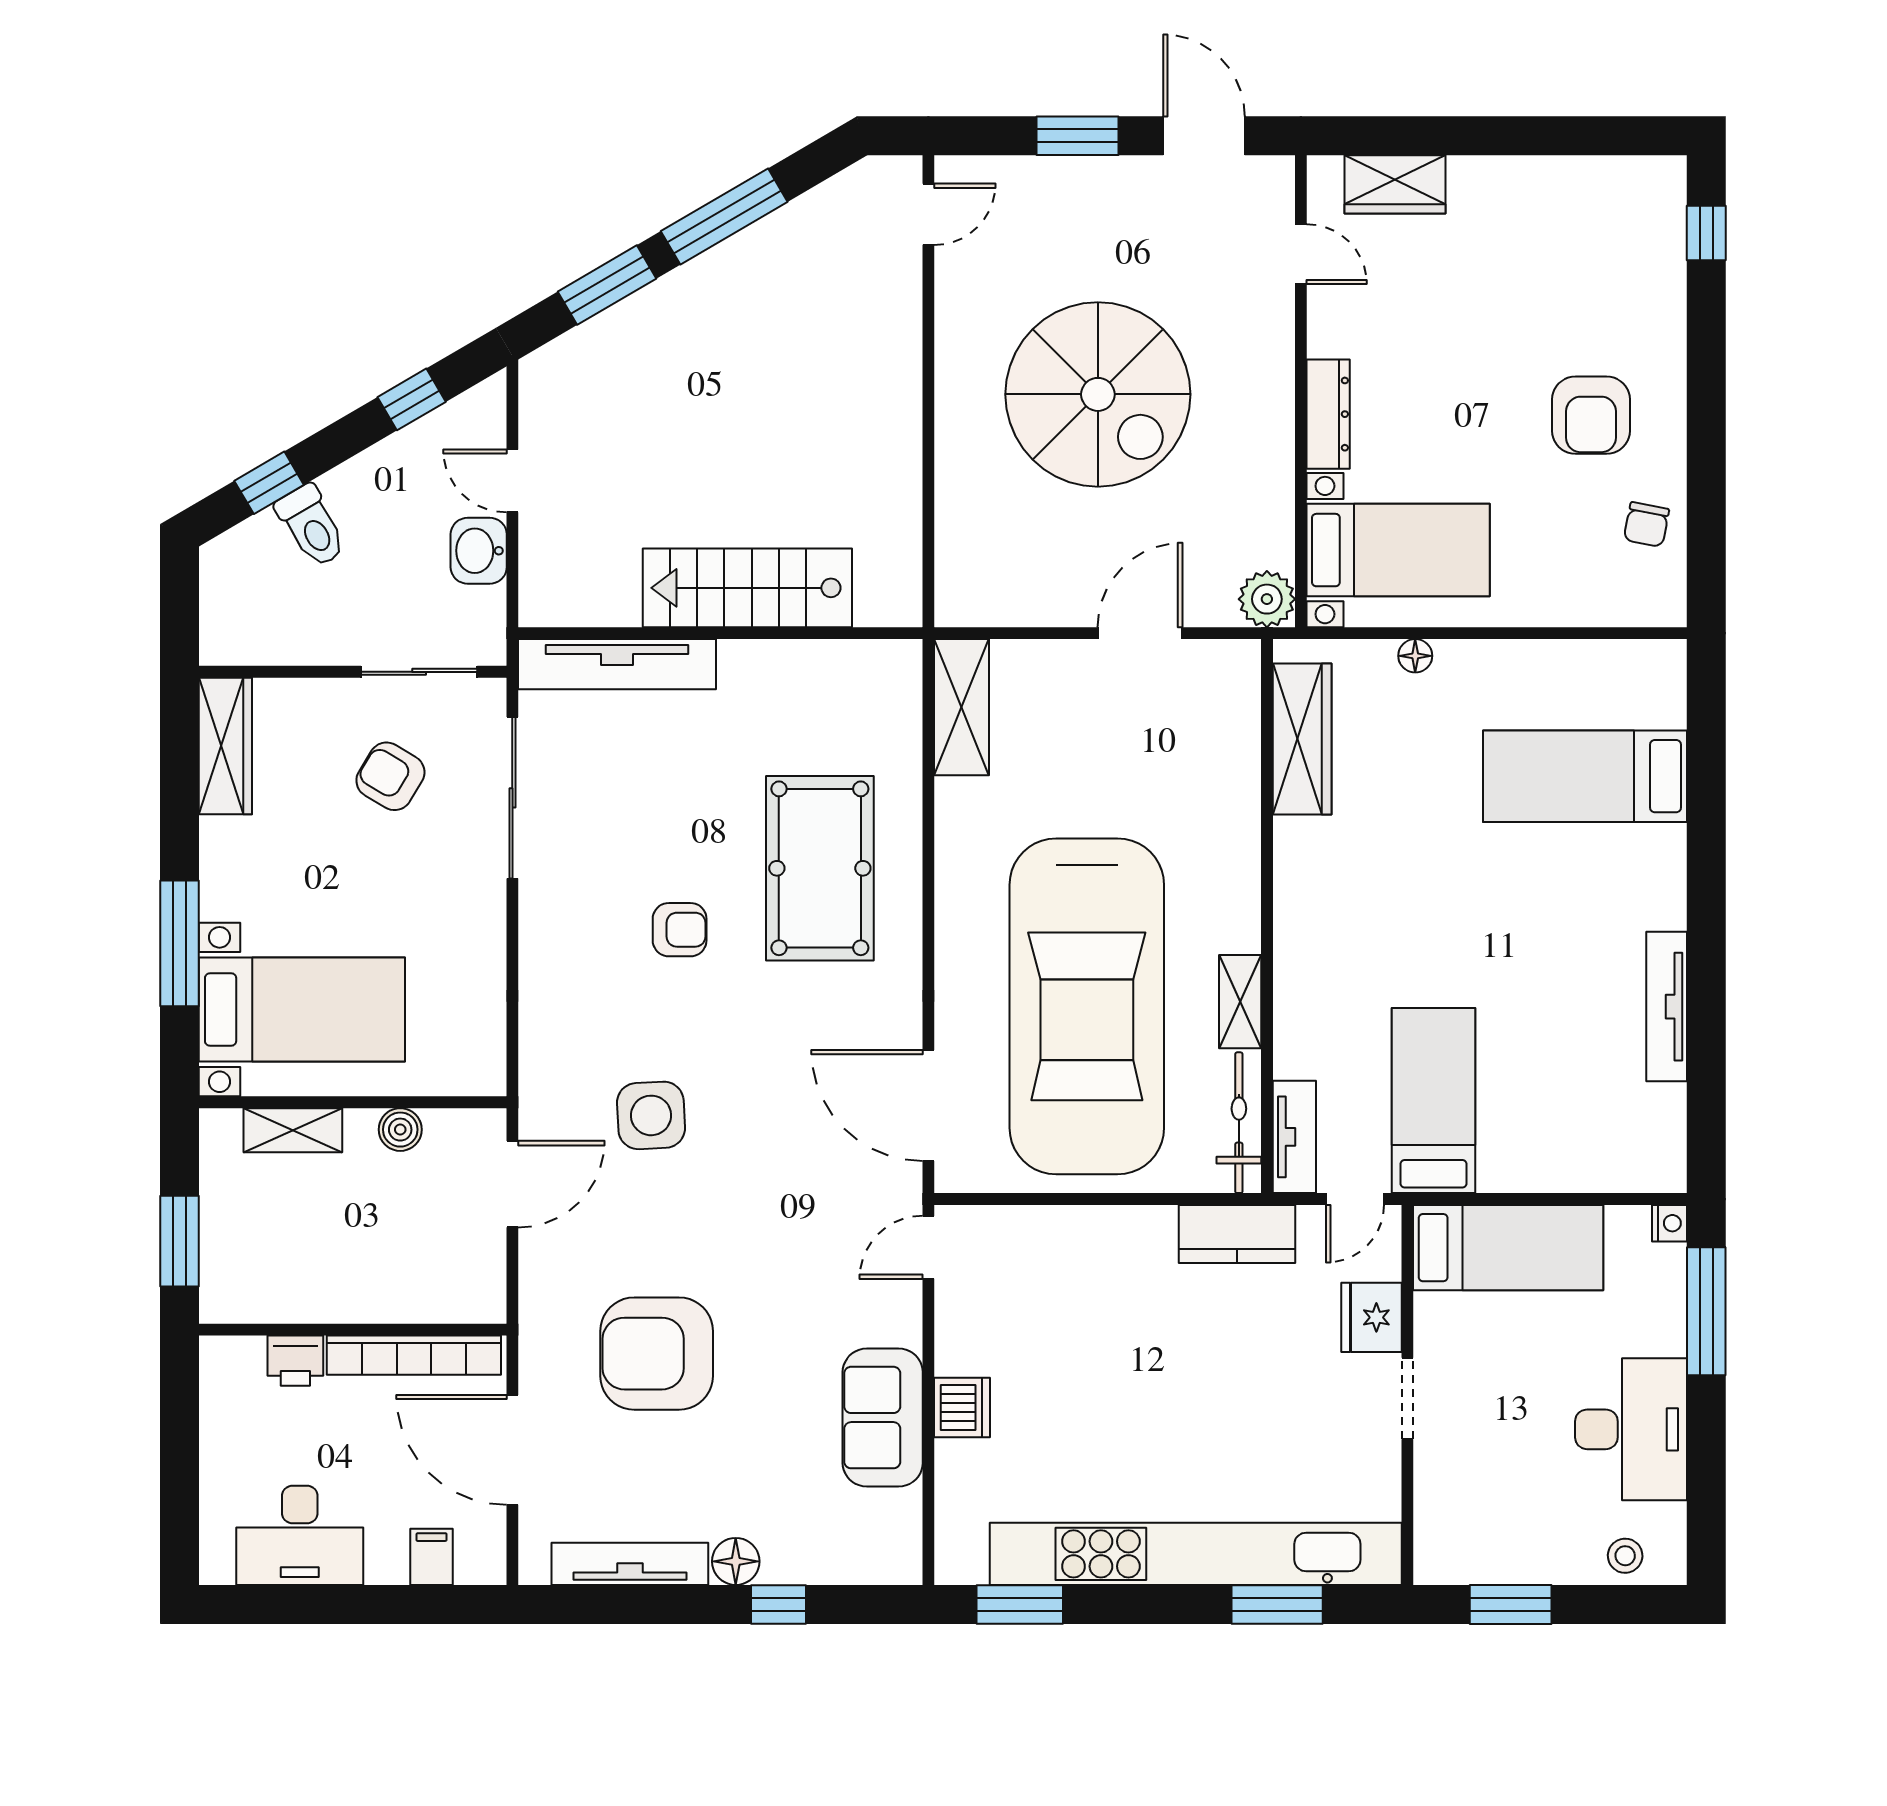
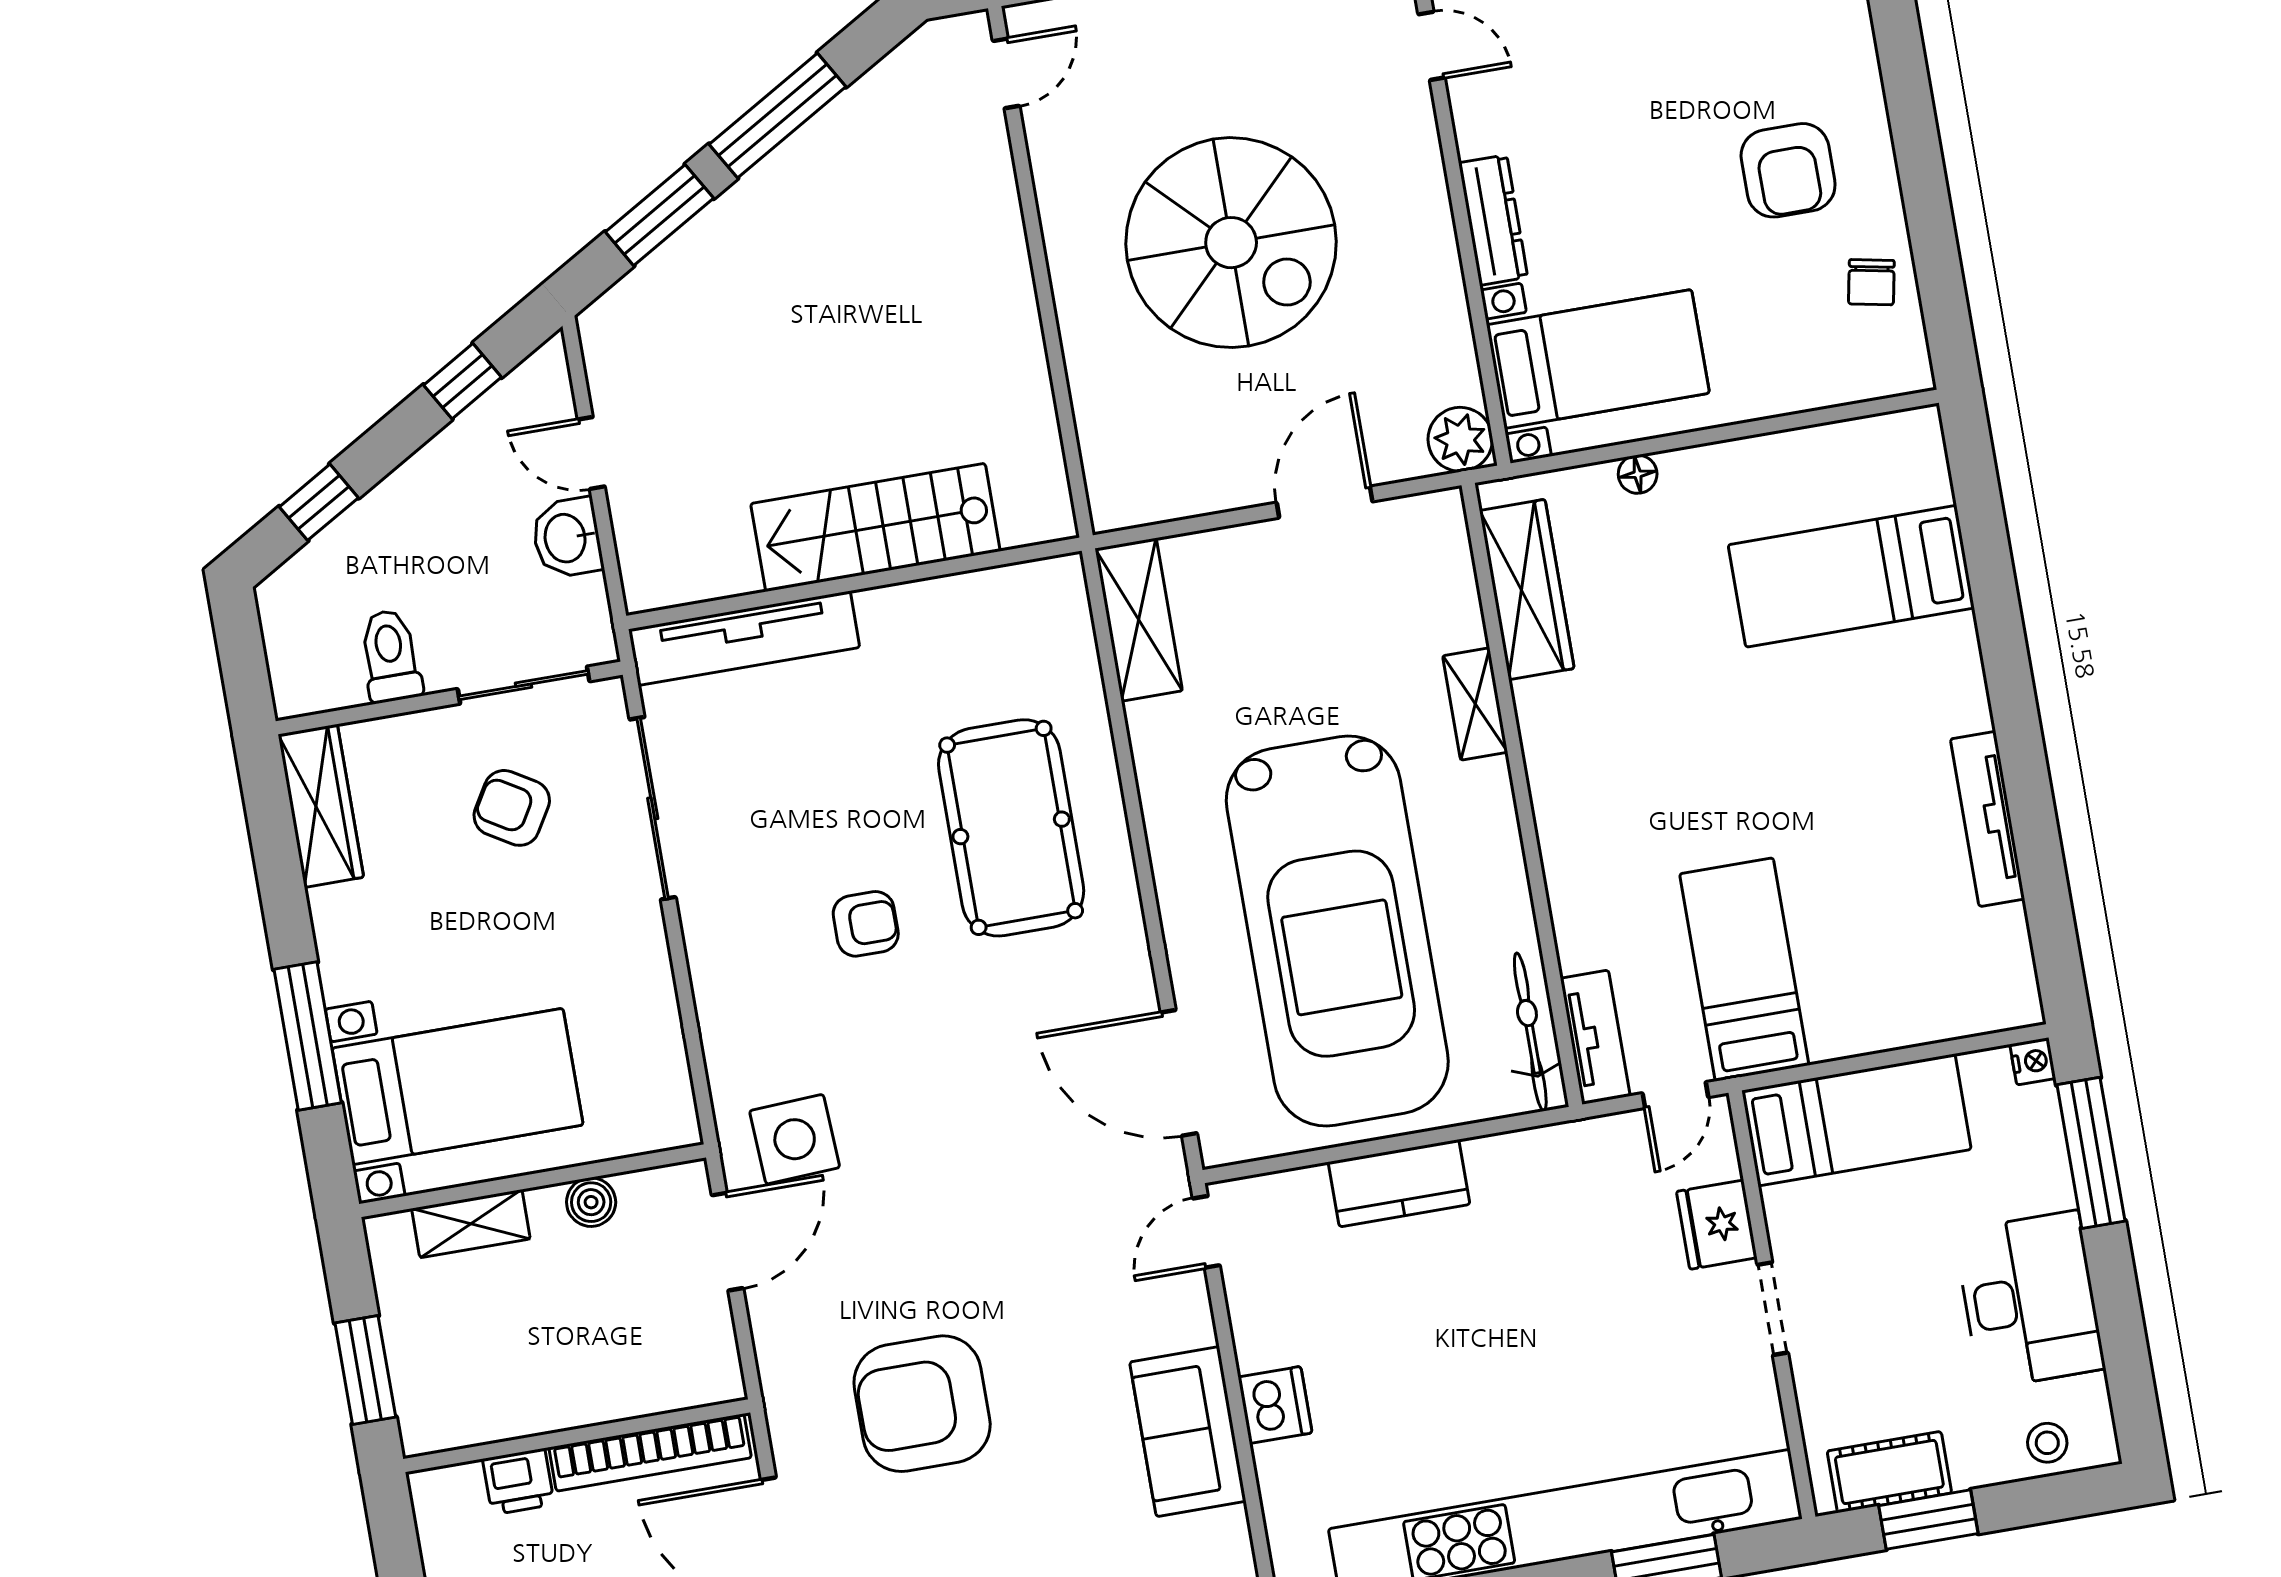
toilet: (312, 526) -> (390, 656), moved, turned -150
shelving: (1240, 1002) -> (1475, 704), moved
side table: (651, 1115) -> (795, 1139), moved
kitchen counter: (1237, 1234) -> (1399, 1183), moved
cot: (1484, 1557) -> (1889, 1472), added

